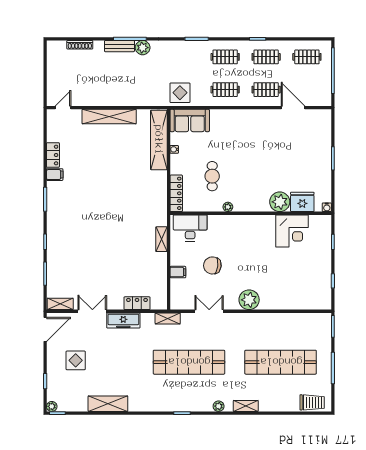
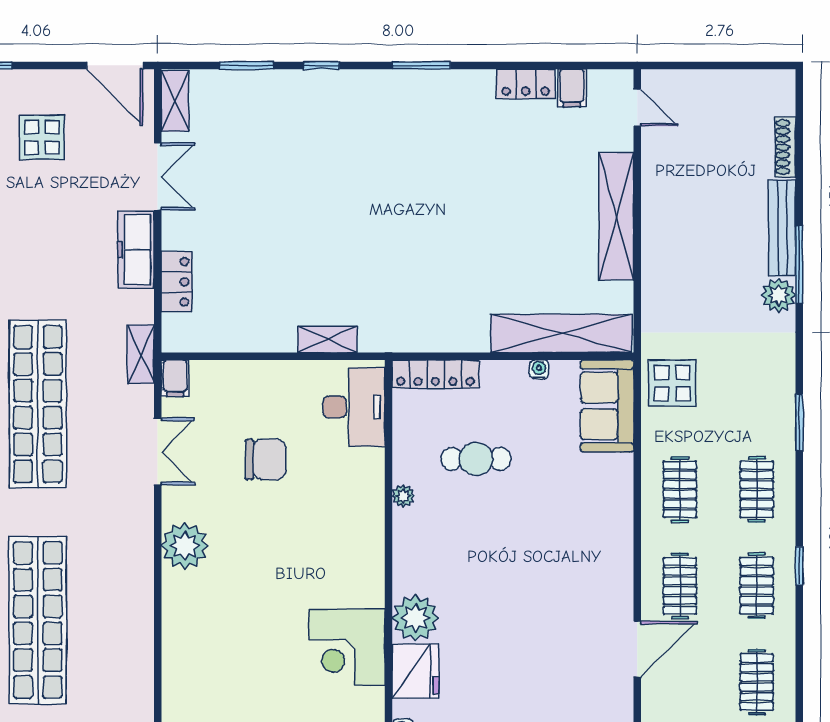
bench: (119, 46) -> (782, 228), width x1.36
filing cabinet: (55, 175) -> (572, 88), moved
chair: (212, 265) -> (266, 459), turned 82
filing cabinet: (178, 272) -> (175, 378), moved

